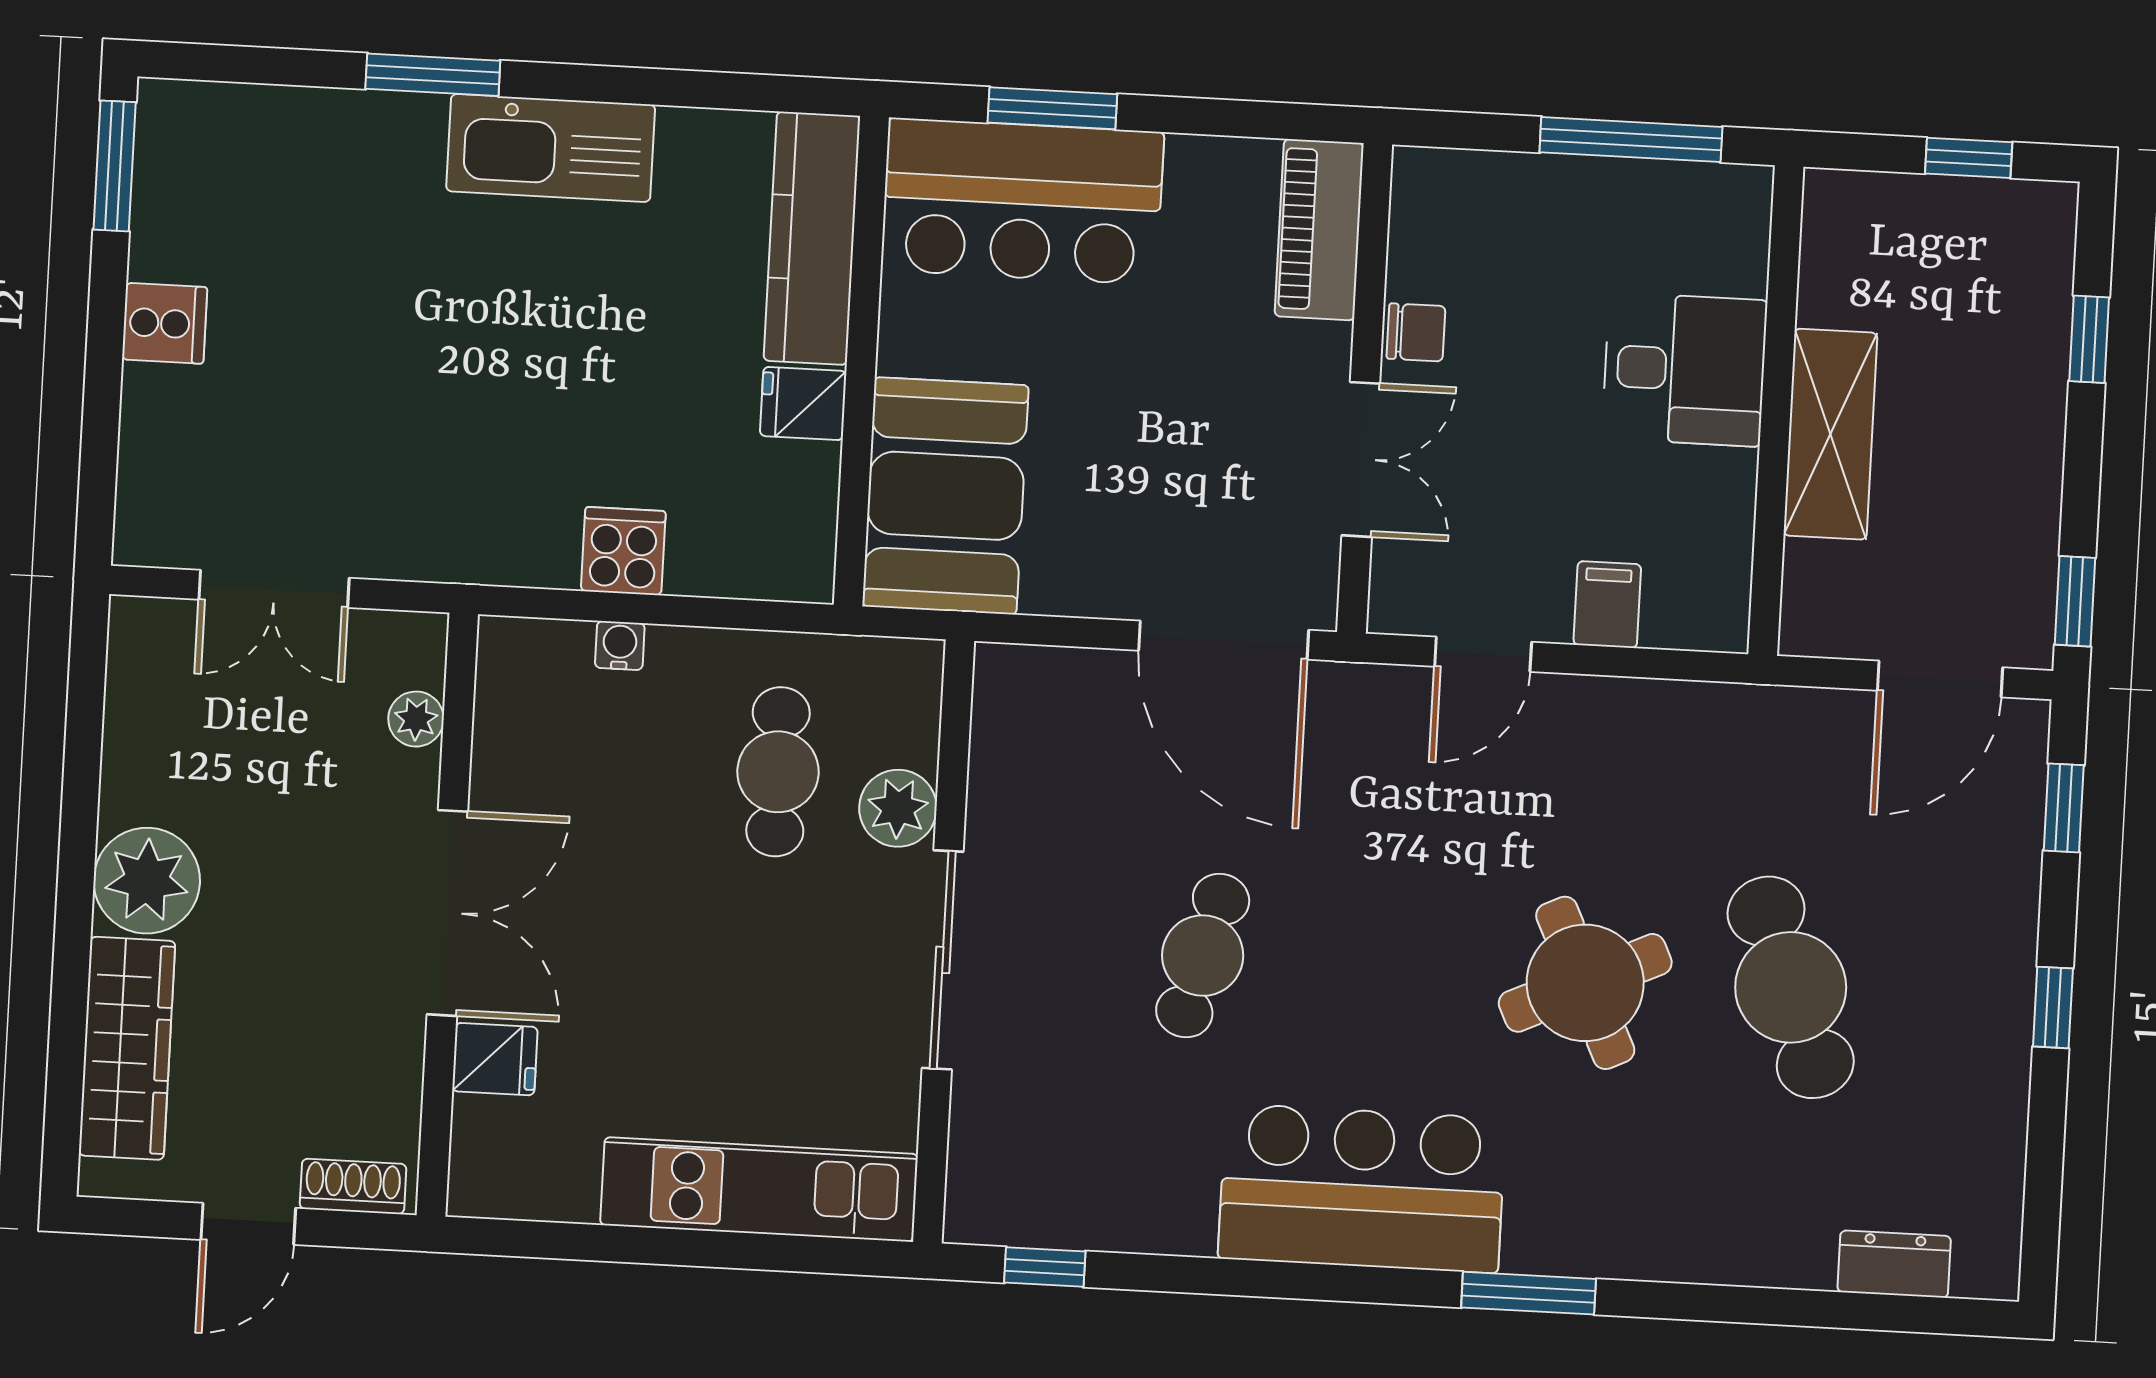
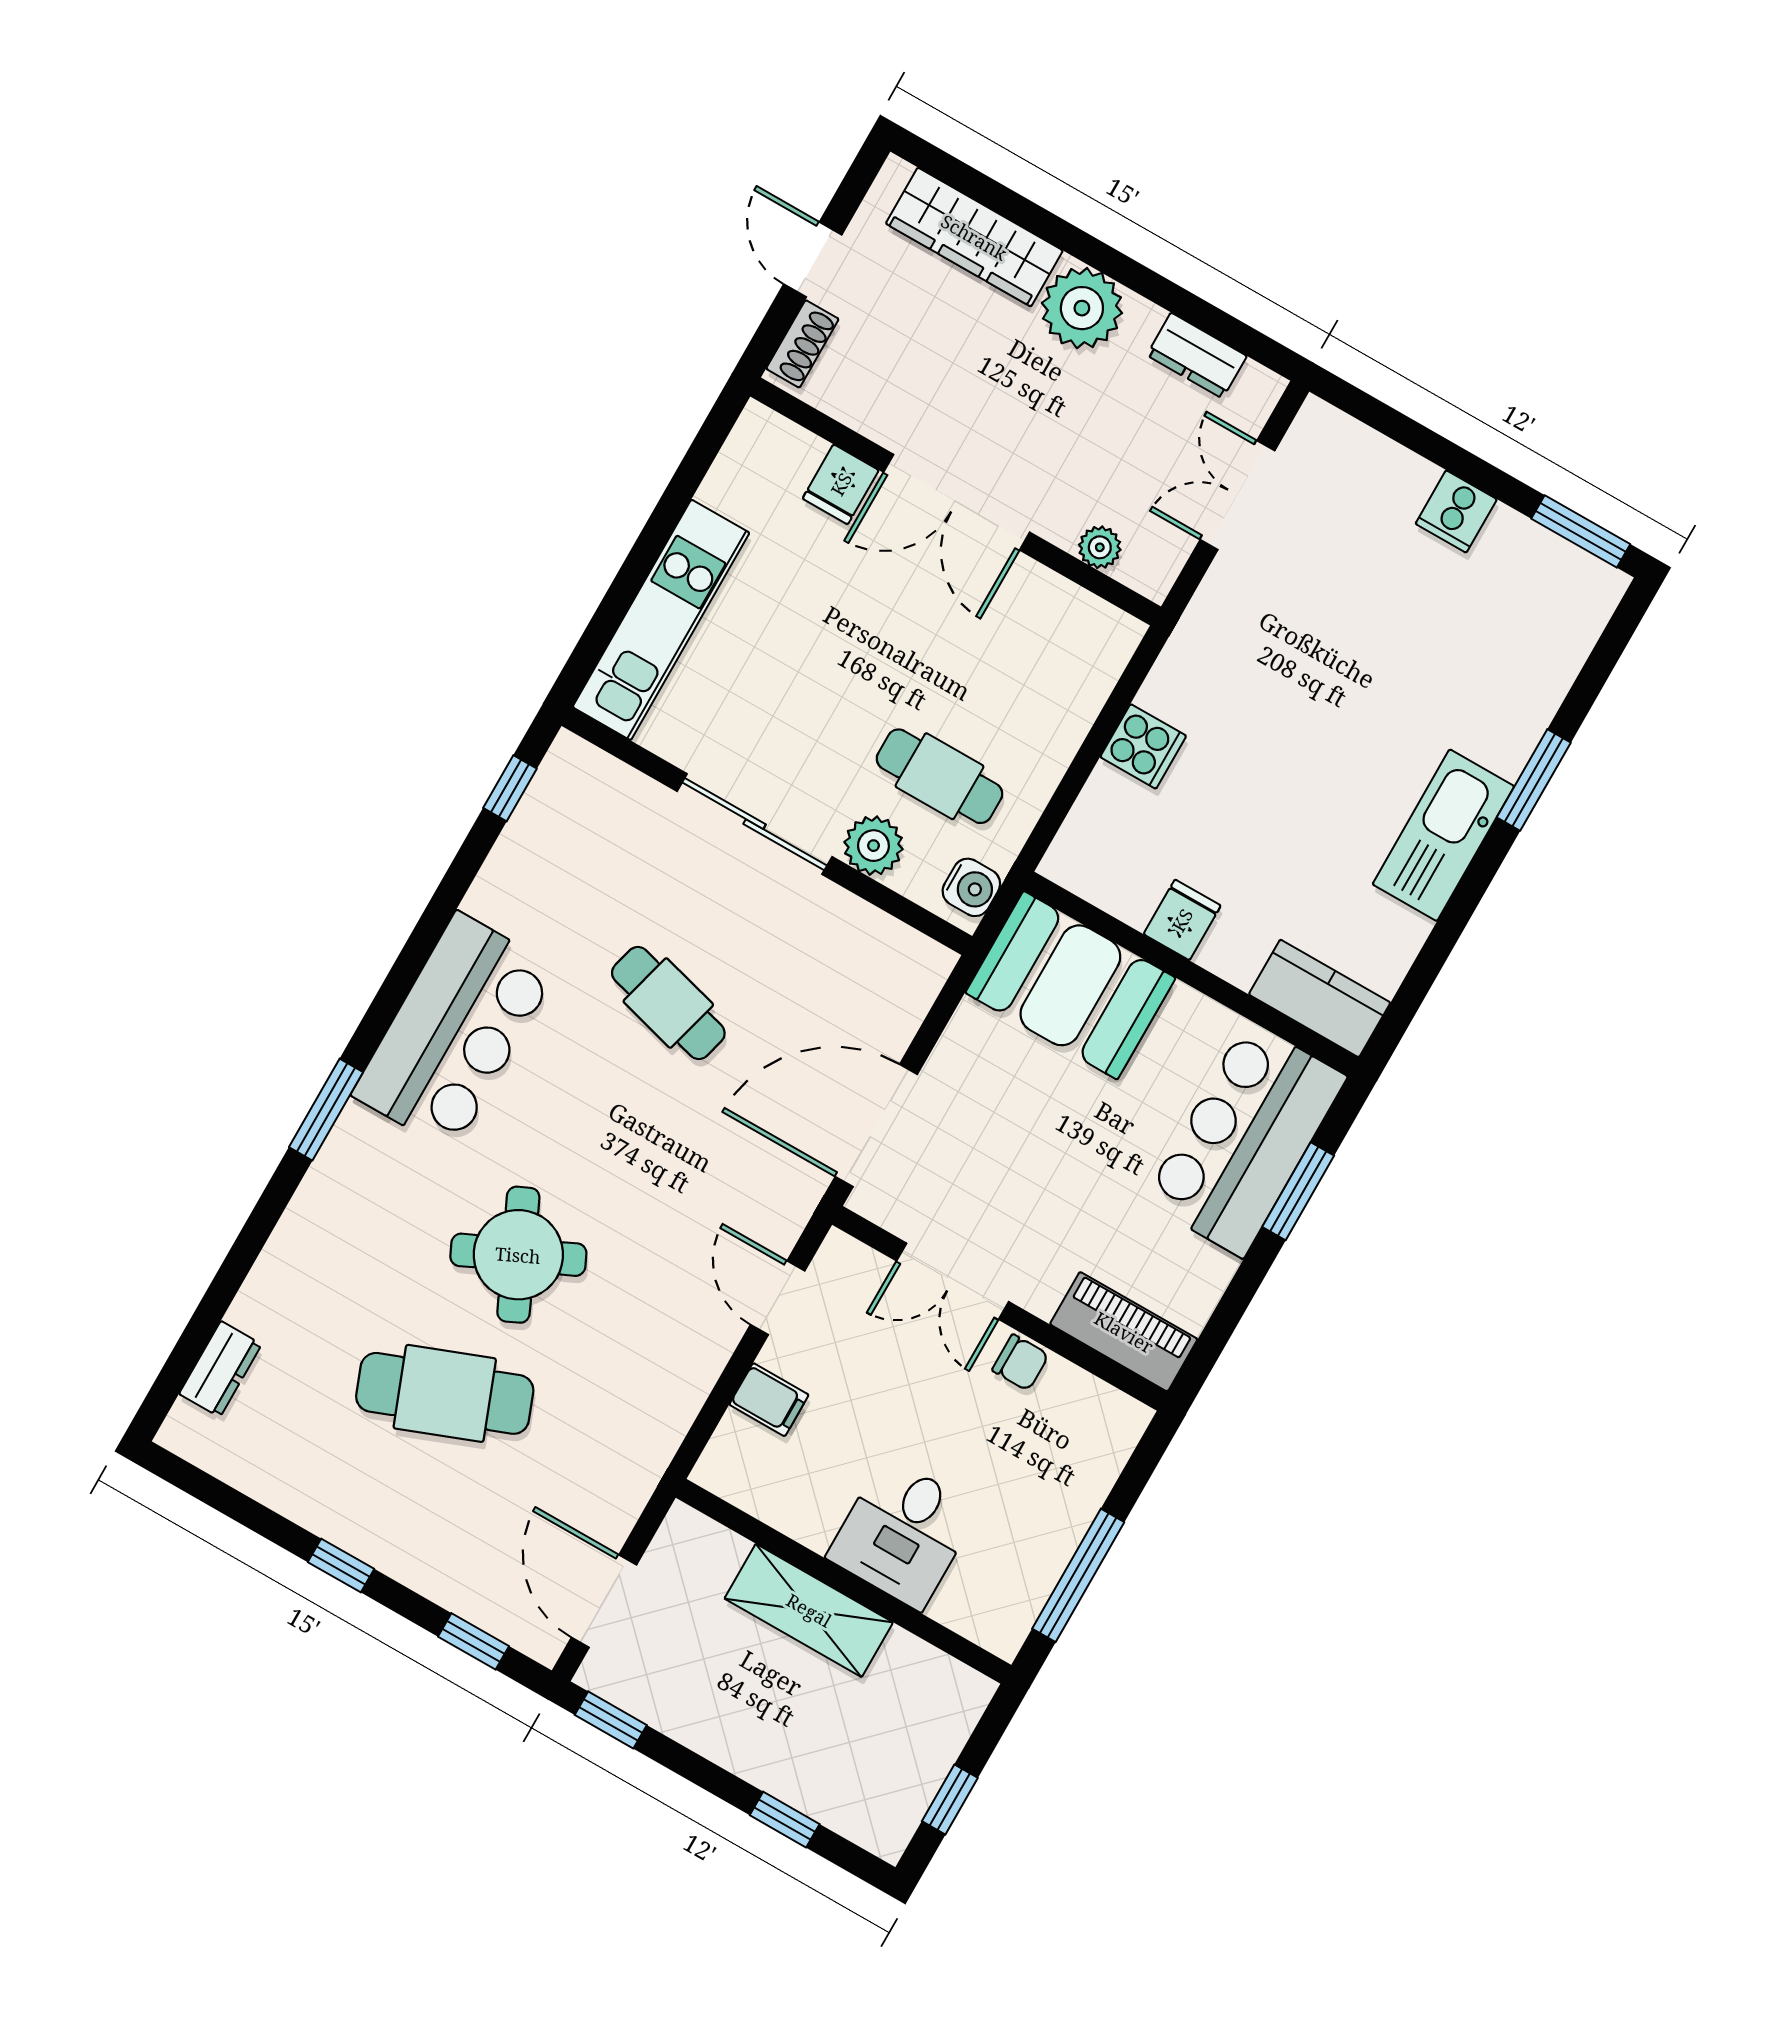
kitchen counter: (812, 238) -> (1320, 998), width x0.67
chair: (1416, 332) -> (1020, 1362), turned -90
water cooler: (620, 645) -> (971, 887), moved, width x1.38, depth x1.38
dresser: (135, 718) -> (1197, 356), added

